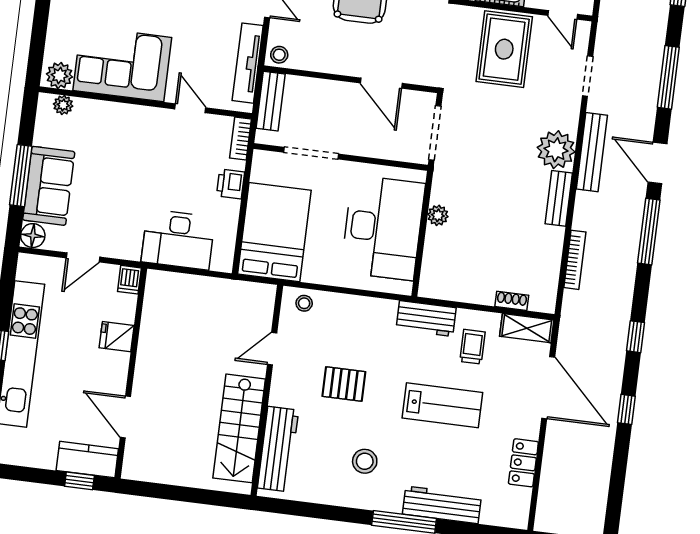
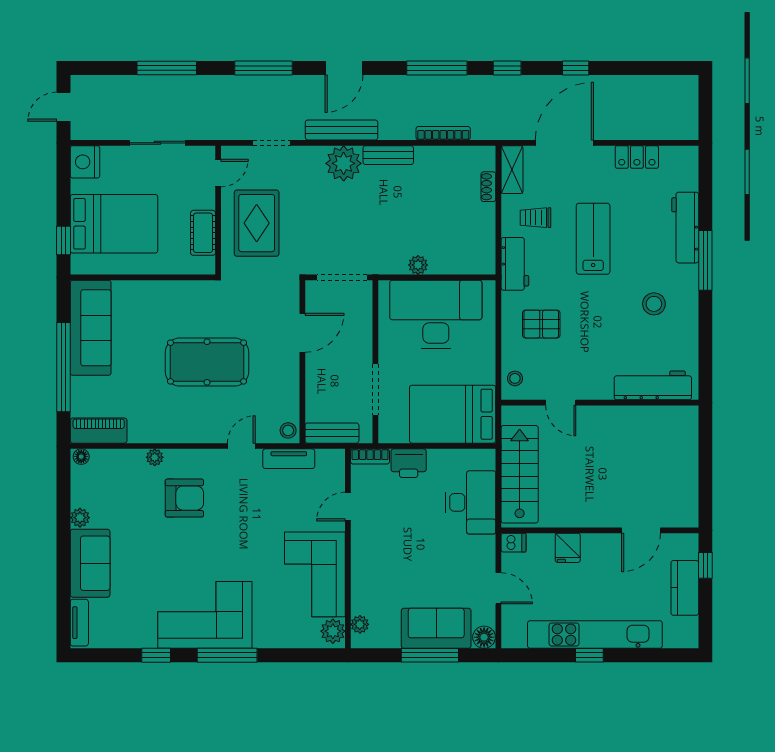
rug: (504, 49) -> (257, 223), turned 90
tv unit: (248, 63) -> (289, 459), width x0.71
printer: (231, 184) -> (409, 463), width x1.36, depth x1.24
window: (649, 232) -> (437, 68), moved
pallet: (344, 384) -> (541, 324), moved, turned 90
stairs: (239, 428) -> (520, 474), moved, turned -90
kitchen counter: (87, 460) -> (685, 588), moved

